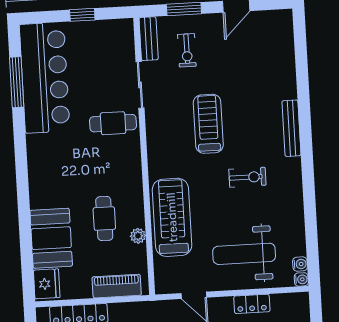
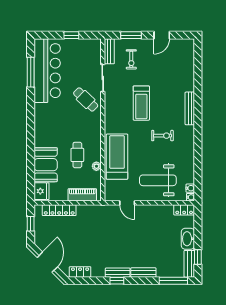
cafe table: (113, 123) -> (86, 99), turned 44
treadmill: (208, 124) -> (141, 103), turned 180
locker: (252, 304) -> (184, 210), moved

